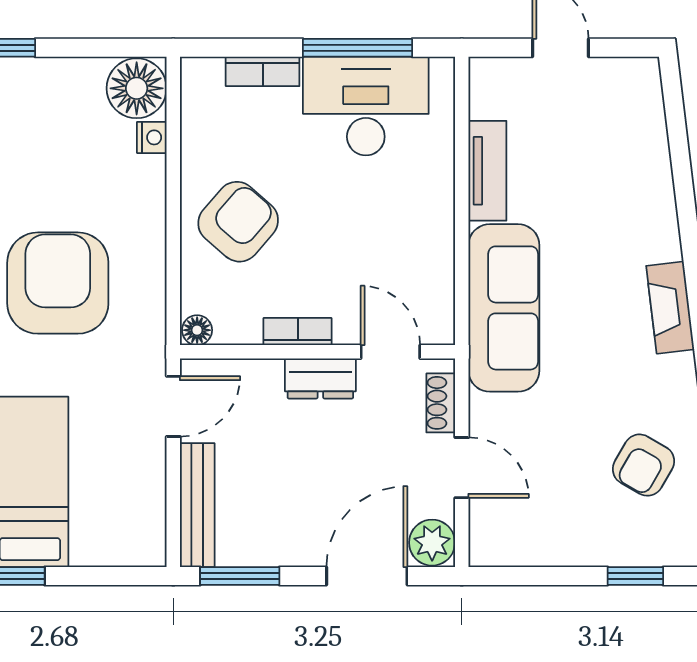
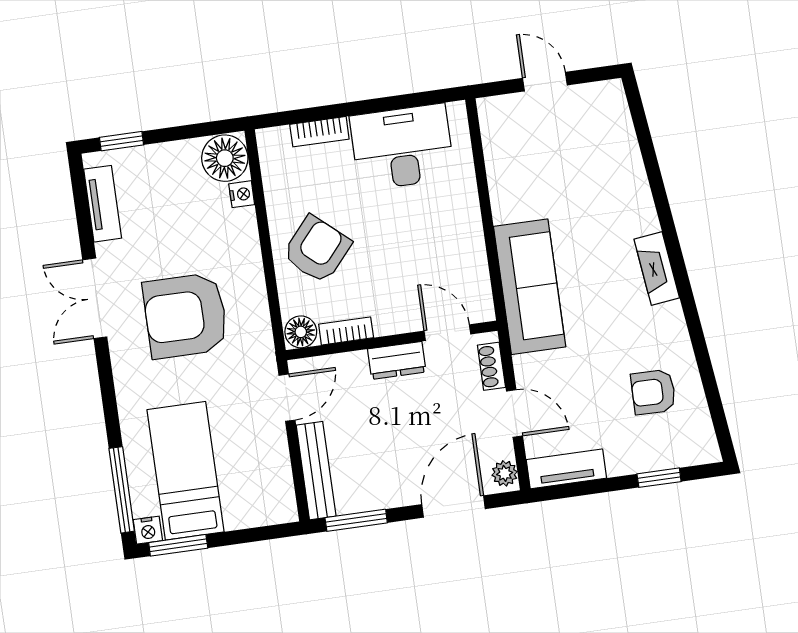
window: (357, 48) -> (390, 103), removed
tv unit: (487, 171) -> (566, 469), moved, turned -90
armchair: (58, 283) -> (186, 316), turned -90
floor lamp: (197, 330) -> (301, 332), width x1.37, depth x1.37
bookcase: (298, 332) -> (346, 331), moved
armchair: (643, 465) -> (653, 392), turned 61
plant: (432, 543) -> (505, 473), width x0.73, depth x0.73

